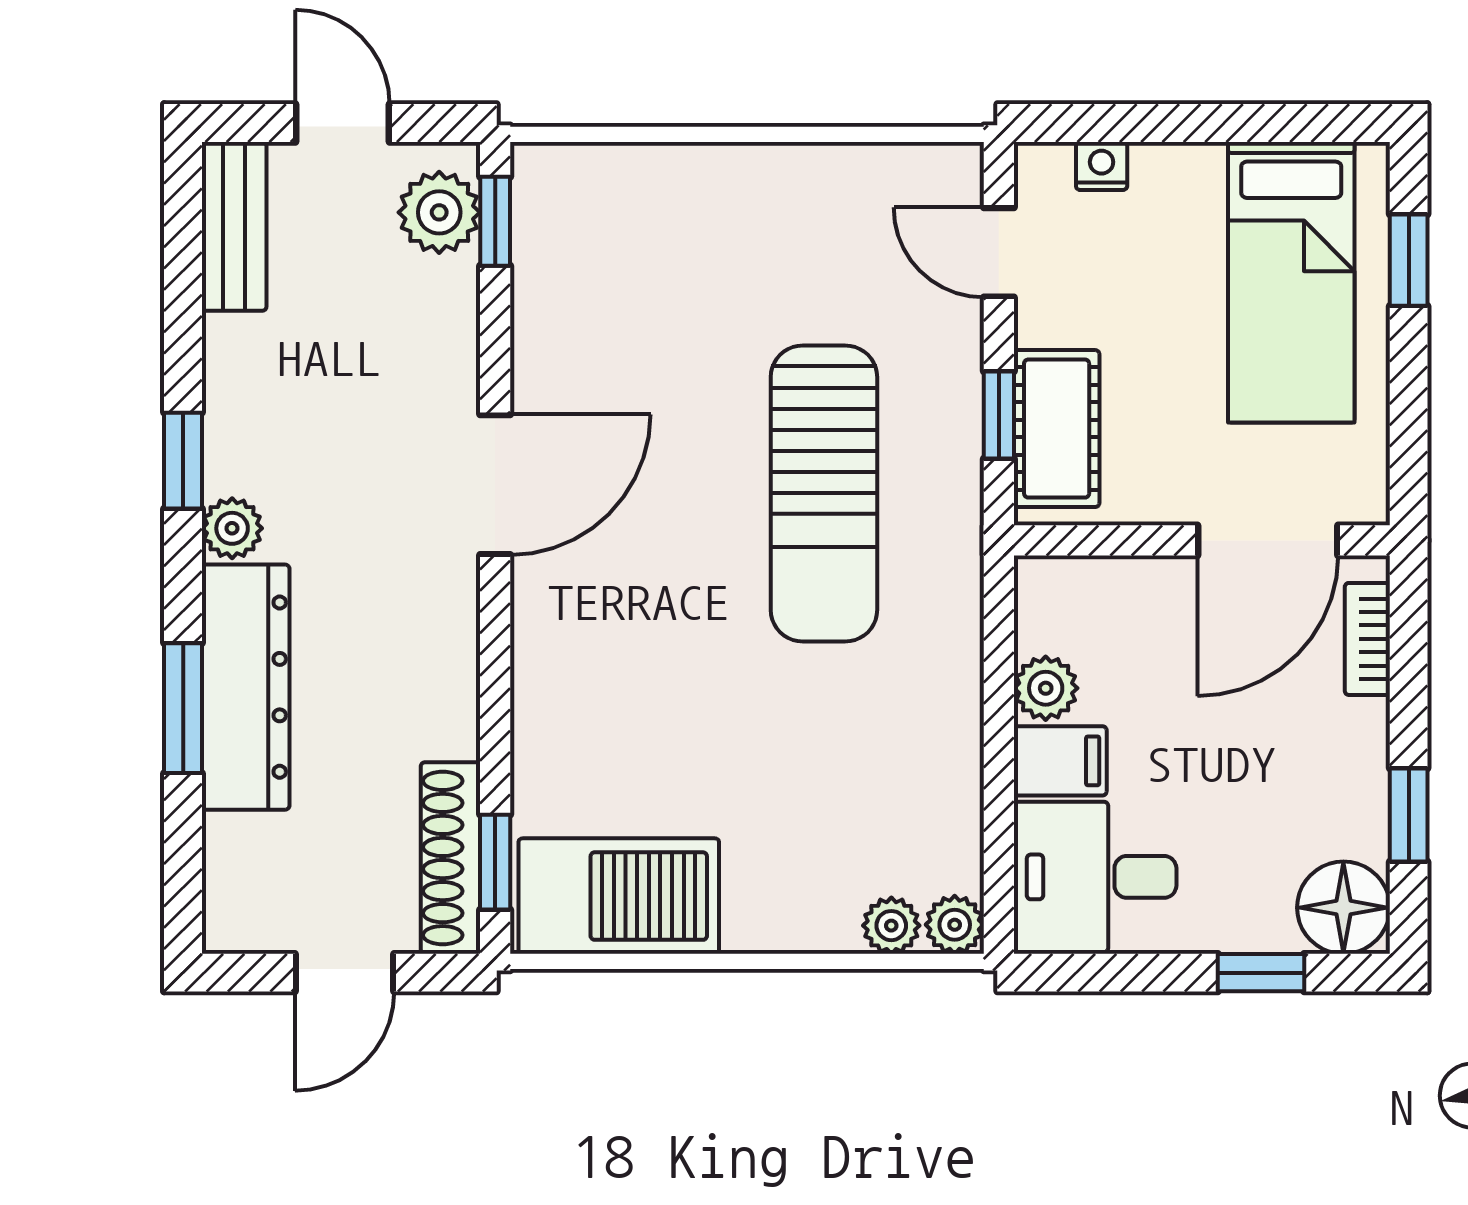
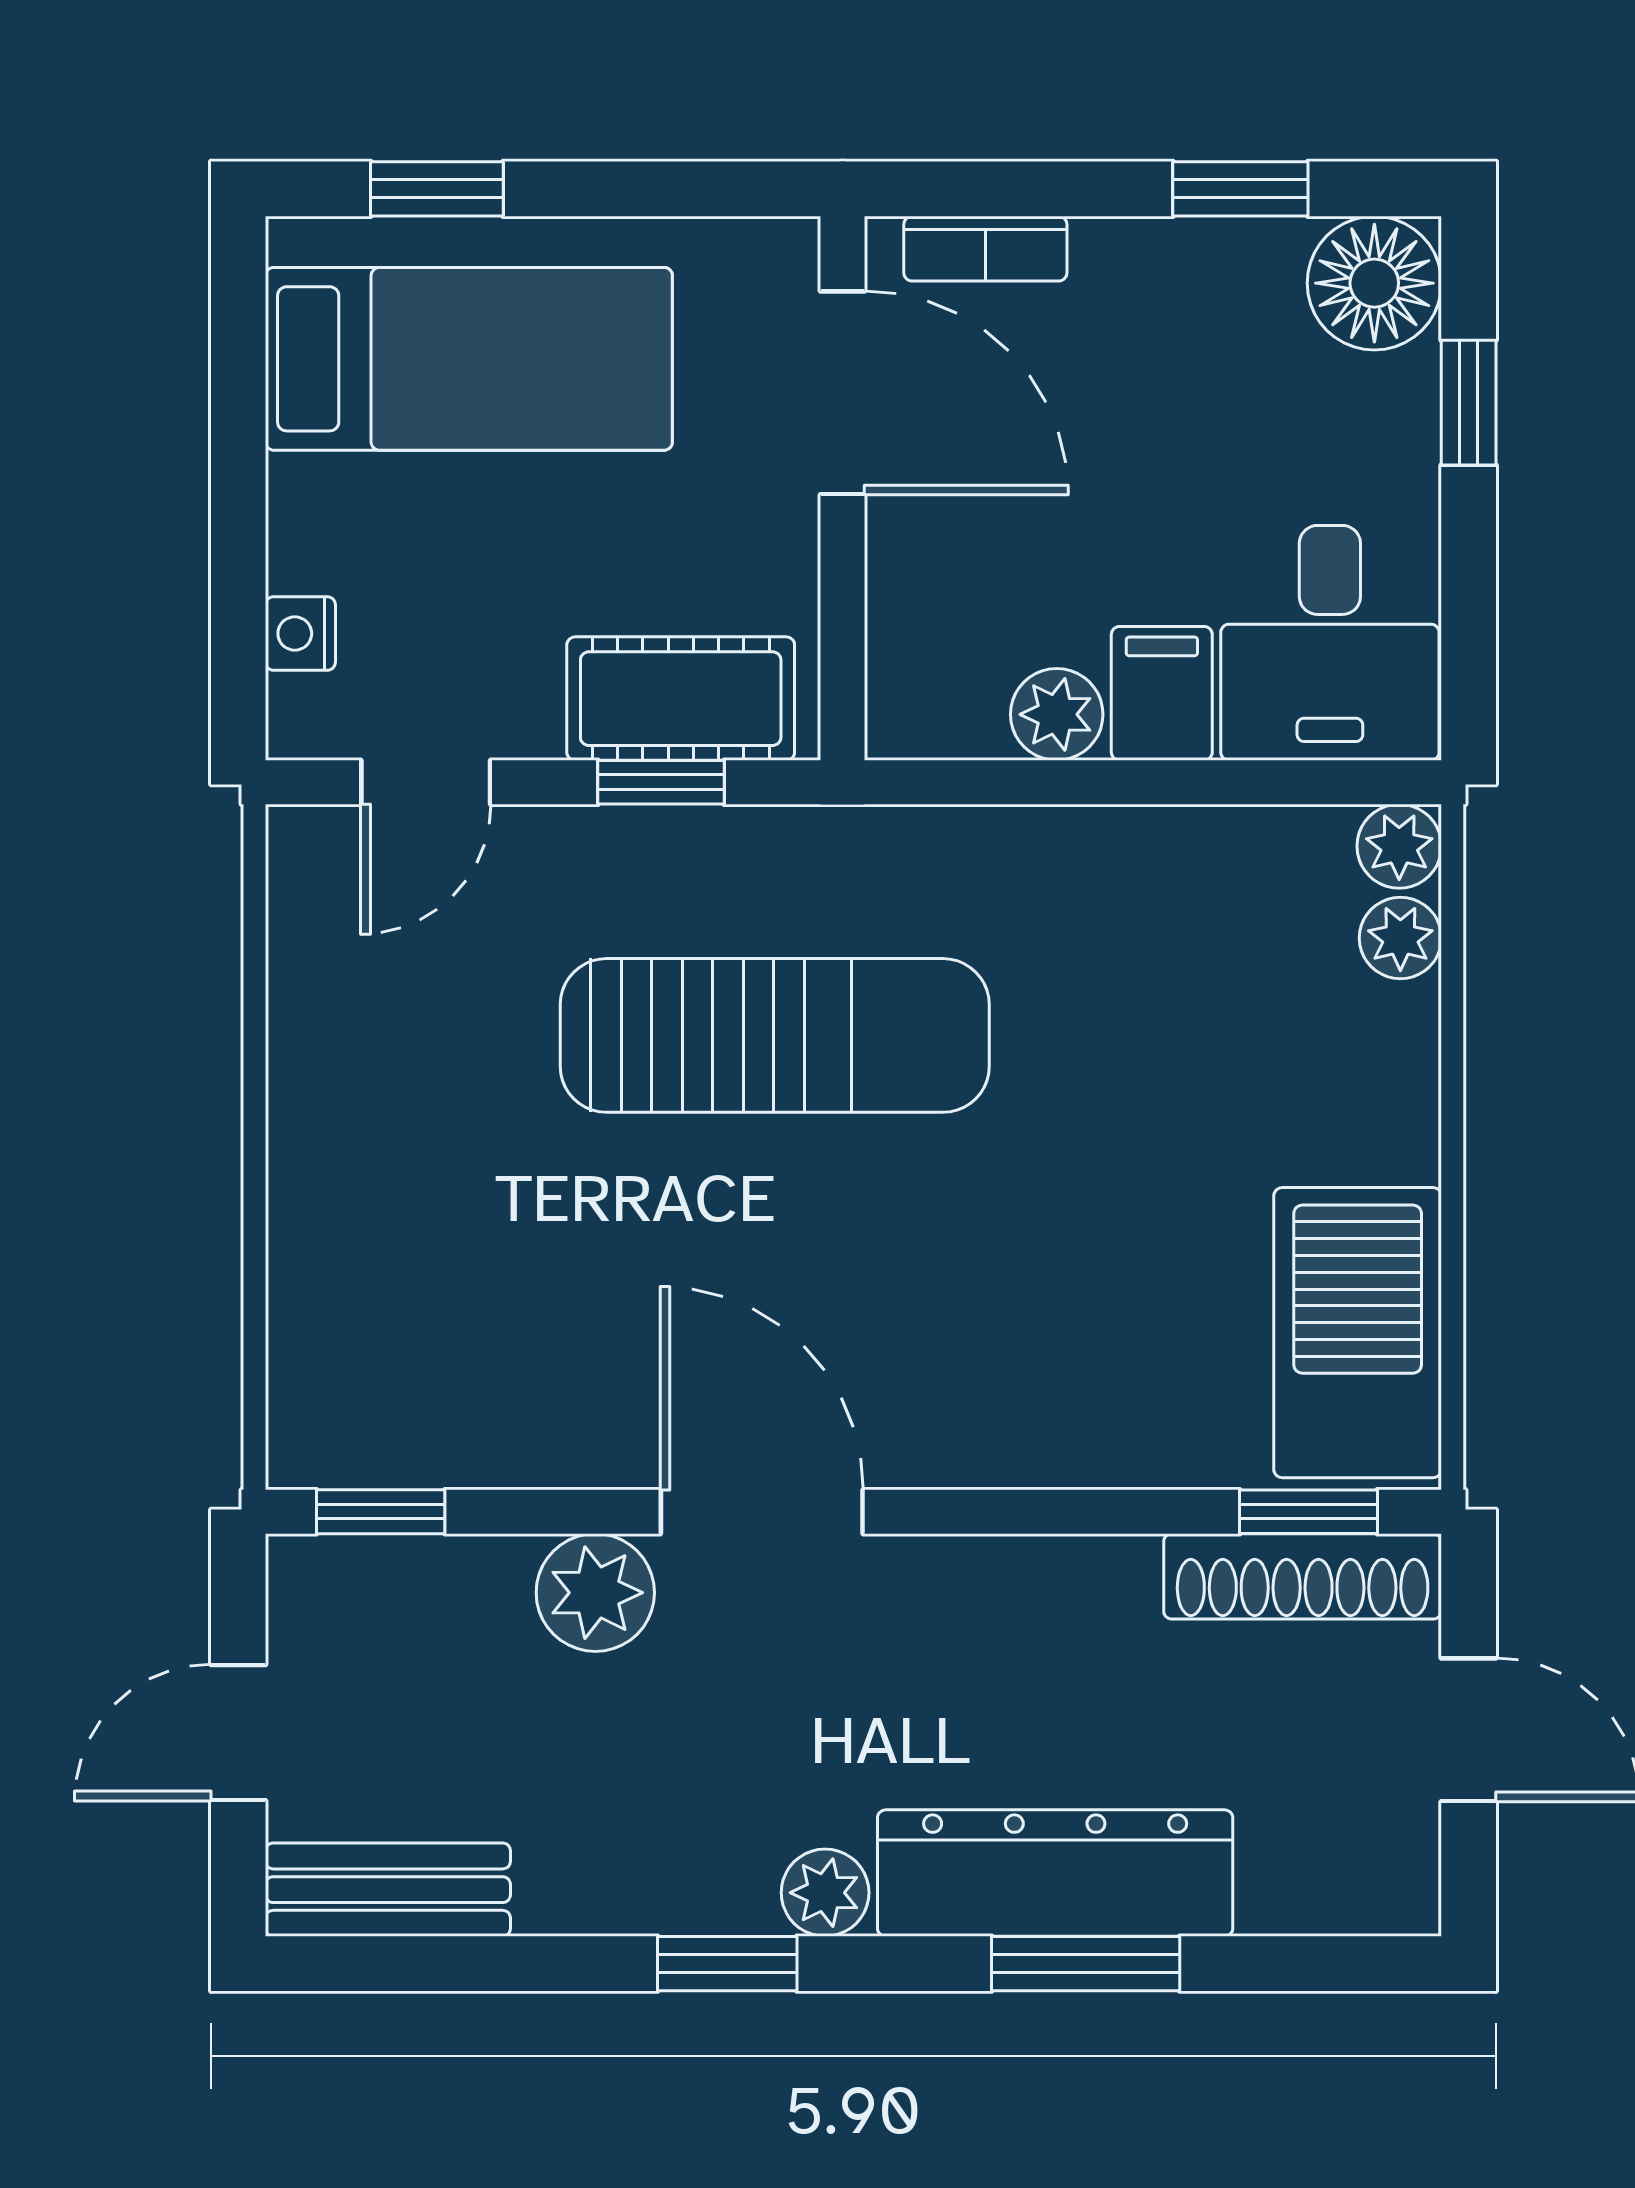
plant: (439, 212) -> (595, 1593), moved

